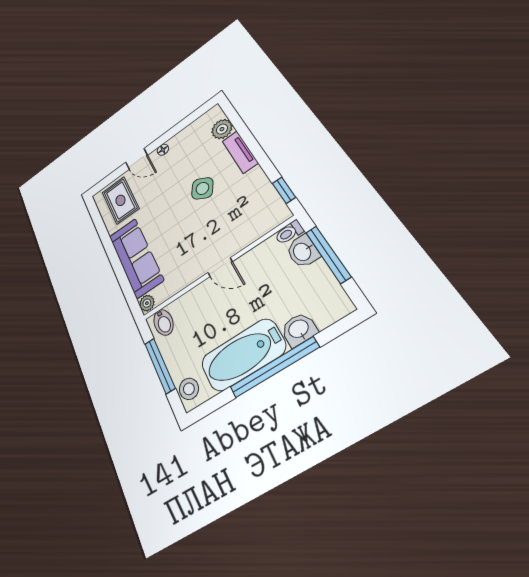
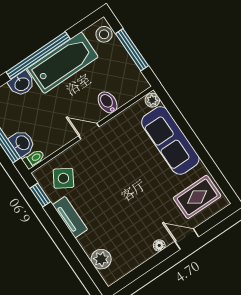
tv unit: (240, 152) -> (70, 217), moved
side table: (202, 188) -> (63, 178), moved
rug: (120, 200) -> (197, 197), turned 90
bidet: (163, 322) -> (108, 102), moved

